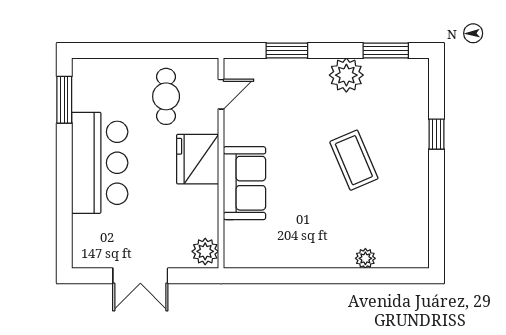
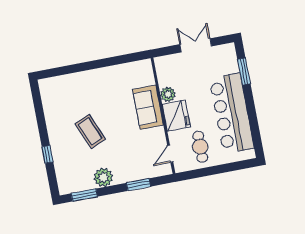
window: (64, 100) -> (244, 71), moved
bar counter: (100, 163) -> (232, 113), width x1.36
plant: (205, 251) -> (168, 94), moved
plant: (365, 258) -> (74, 79), removed

